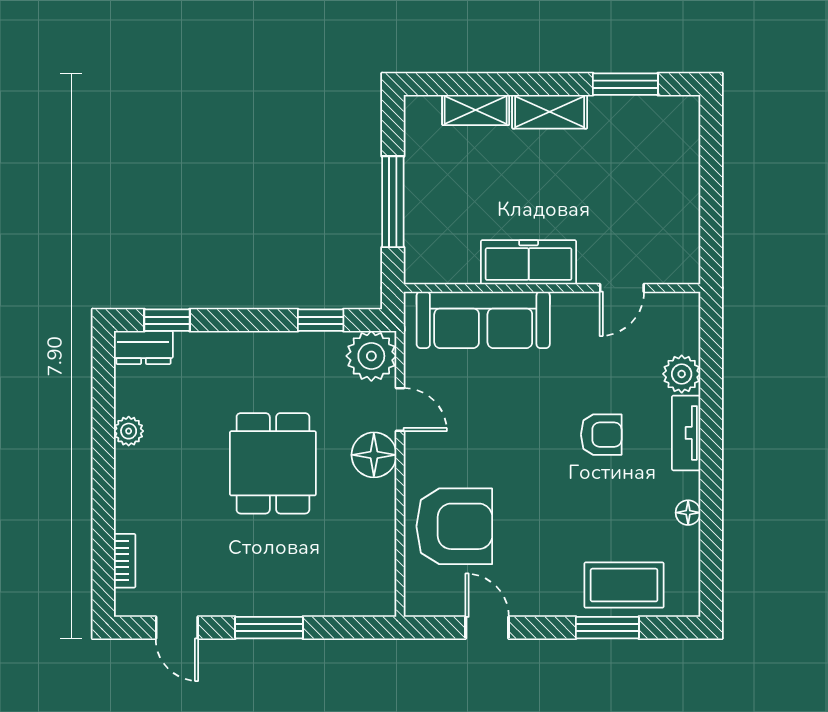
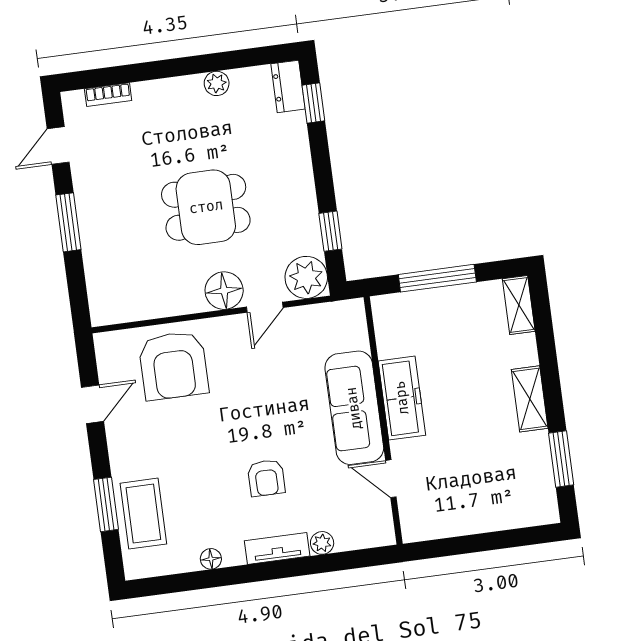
shelving: (476, 110) -> (519, 305), moved
sofa: (483, 320) -> (354, 408), moved
plant: (682, 374) -> (322, 543), width x0.73, depth x0.73

